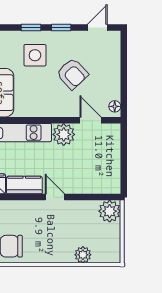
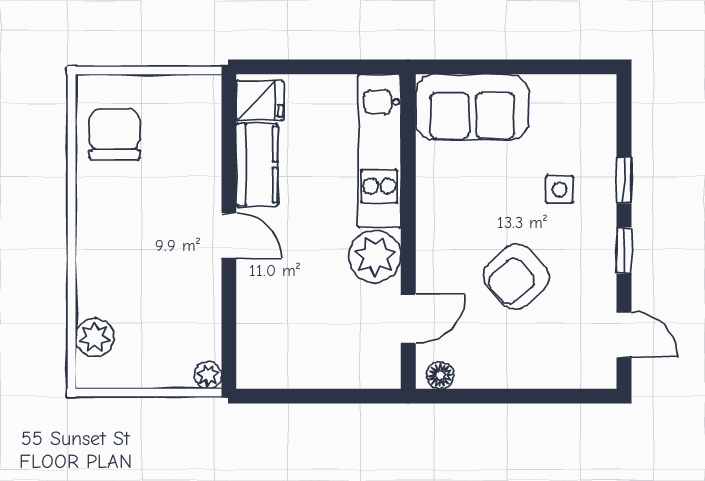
side table: (35, 55) -> (559, 189), width x0.54, depth x0.54
door: (55, 197) -> (229, 236), hinge flipped
plant: (110, 211) -> (208, 375), width x0.53, depth x0.53
plant: (83, 255) -> (95, 337), moved

